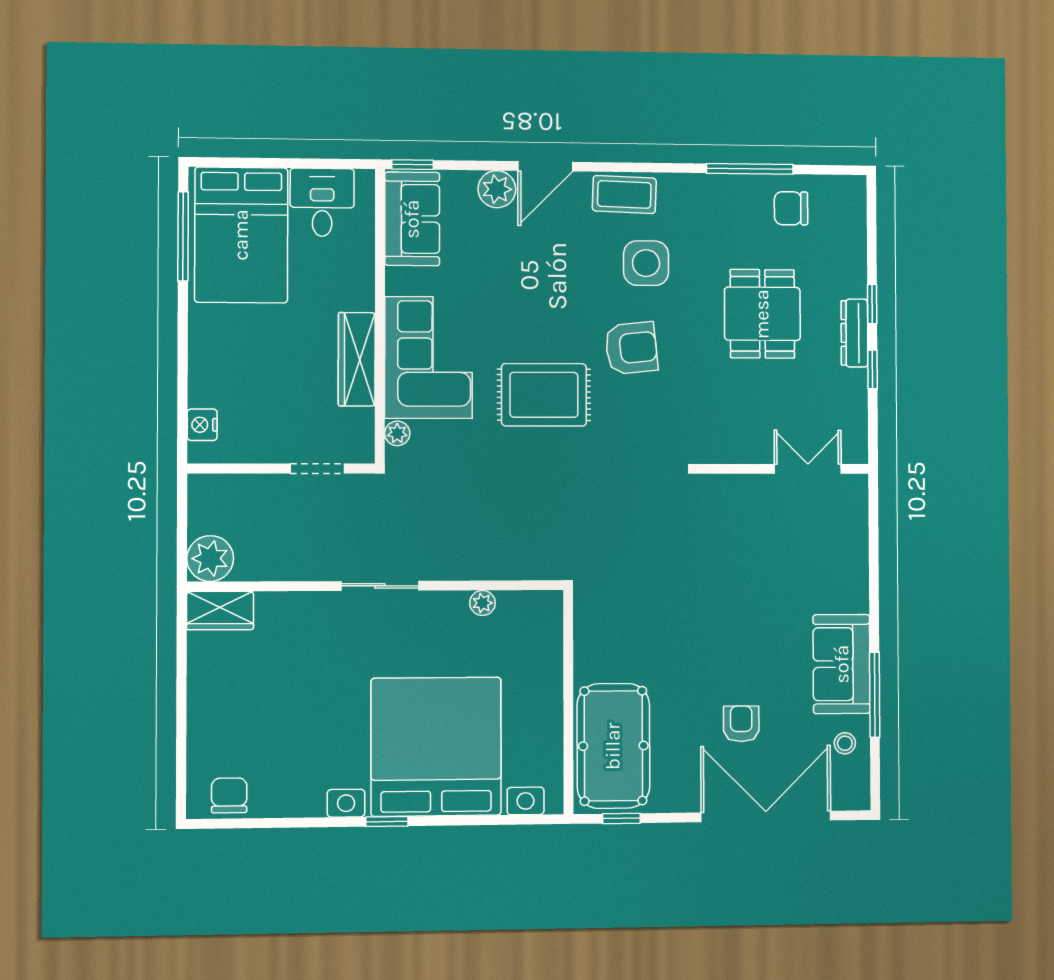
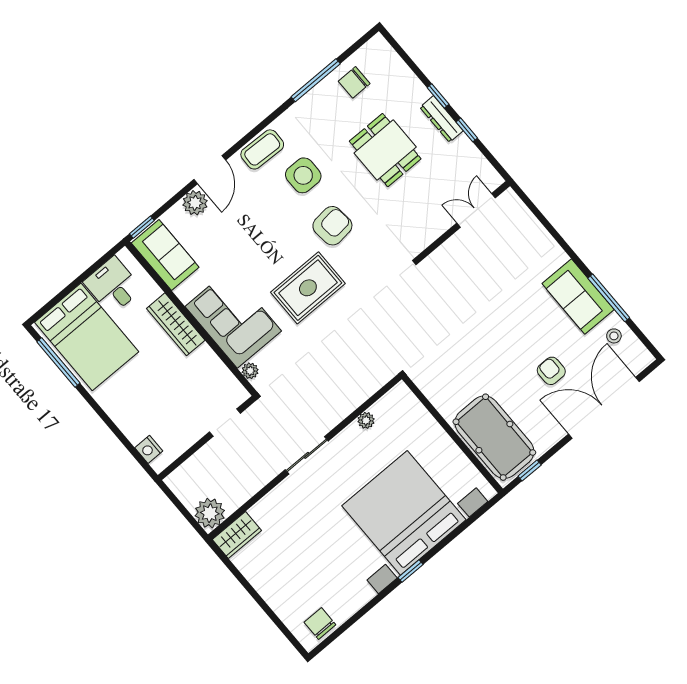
wardrobe: (357, 359) -> (176, 324), moved

